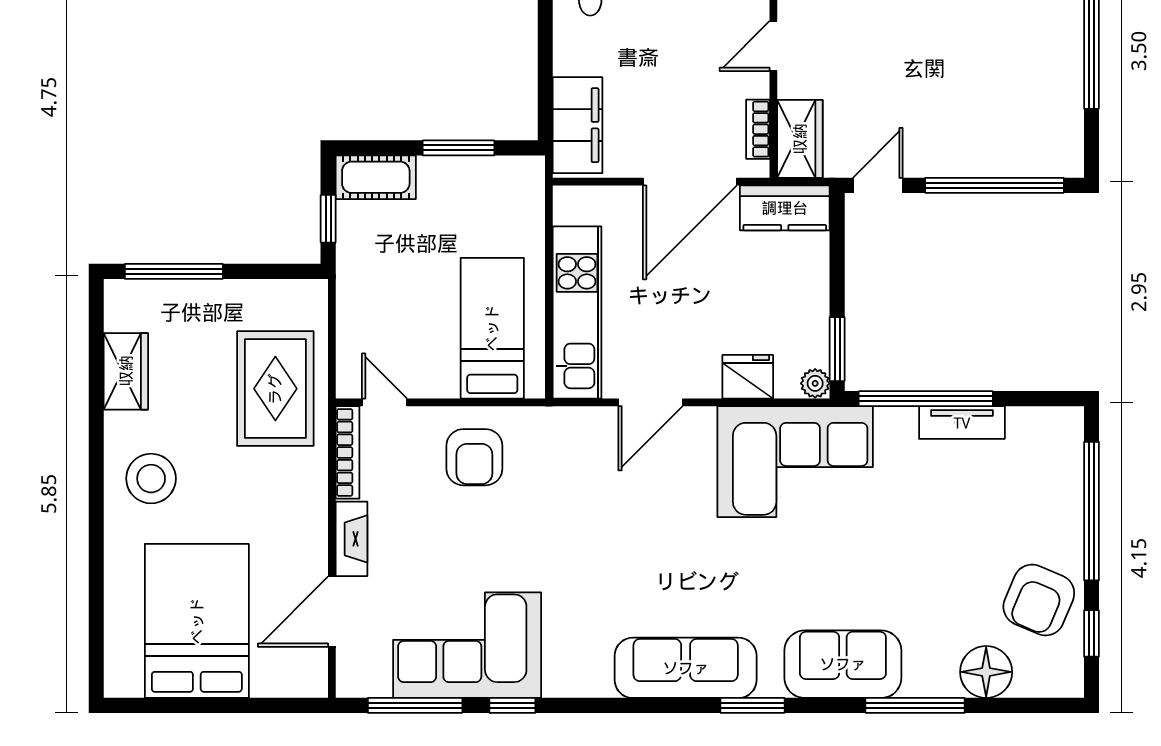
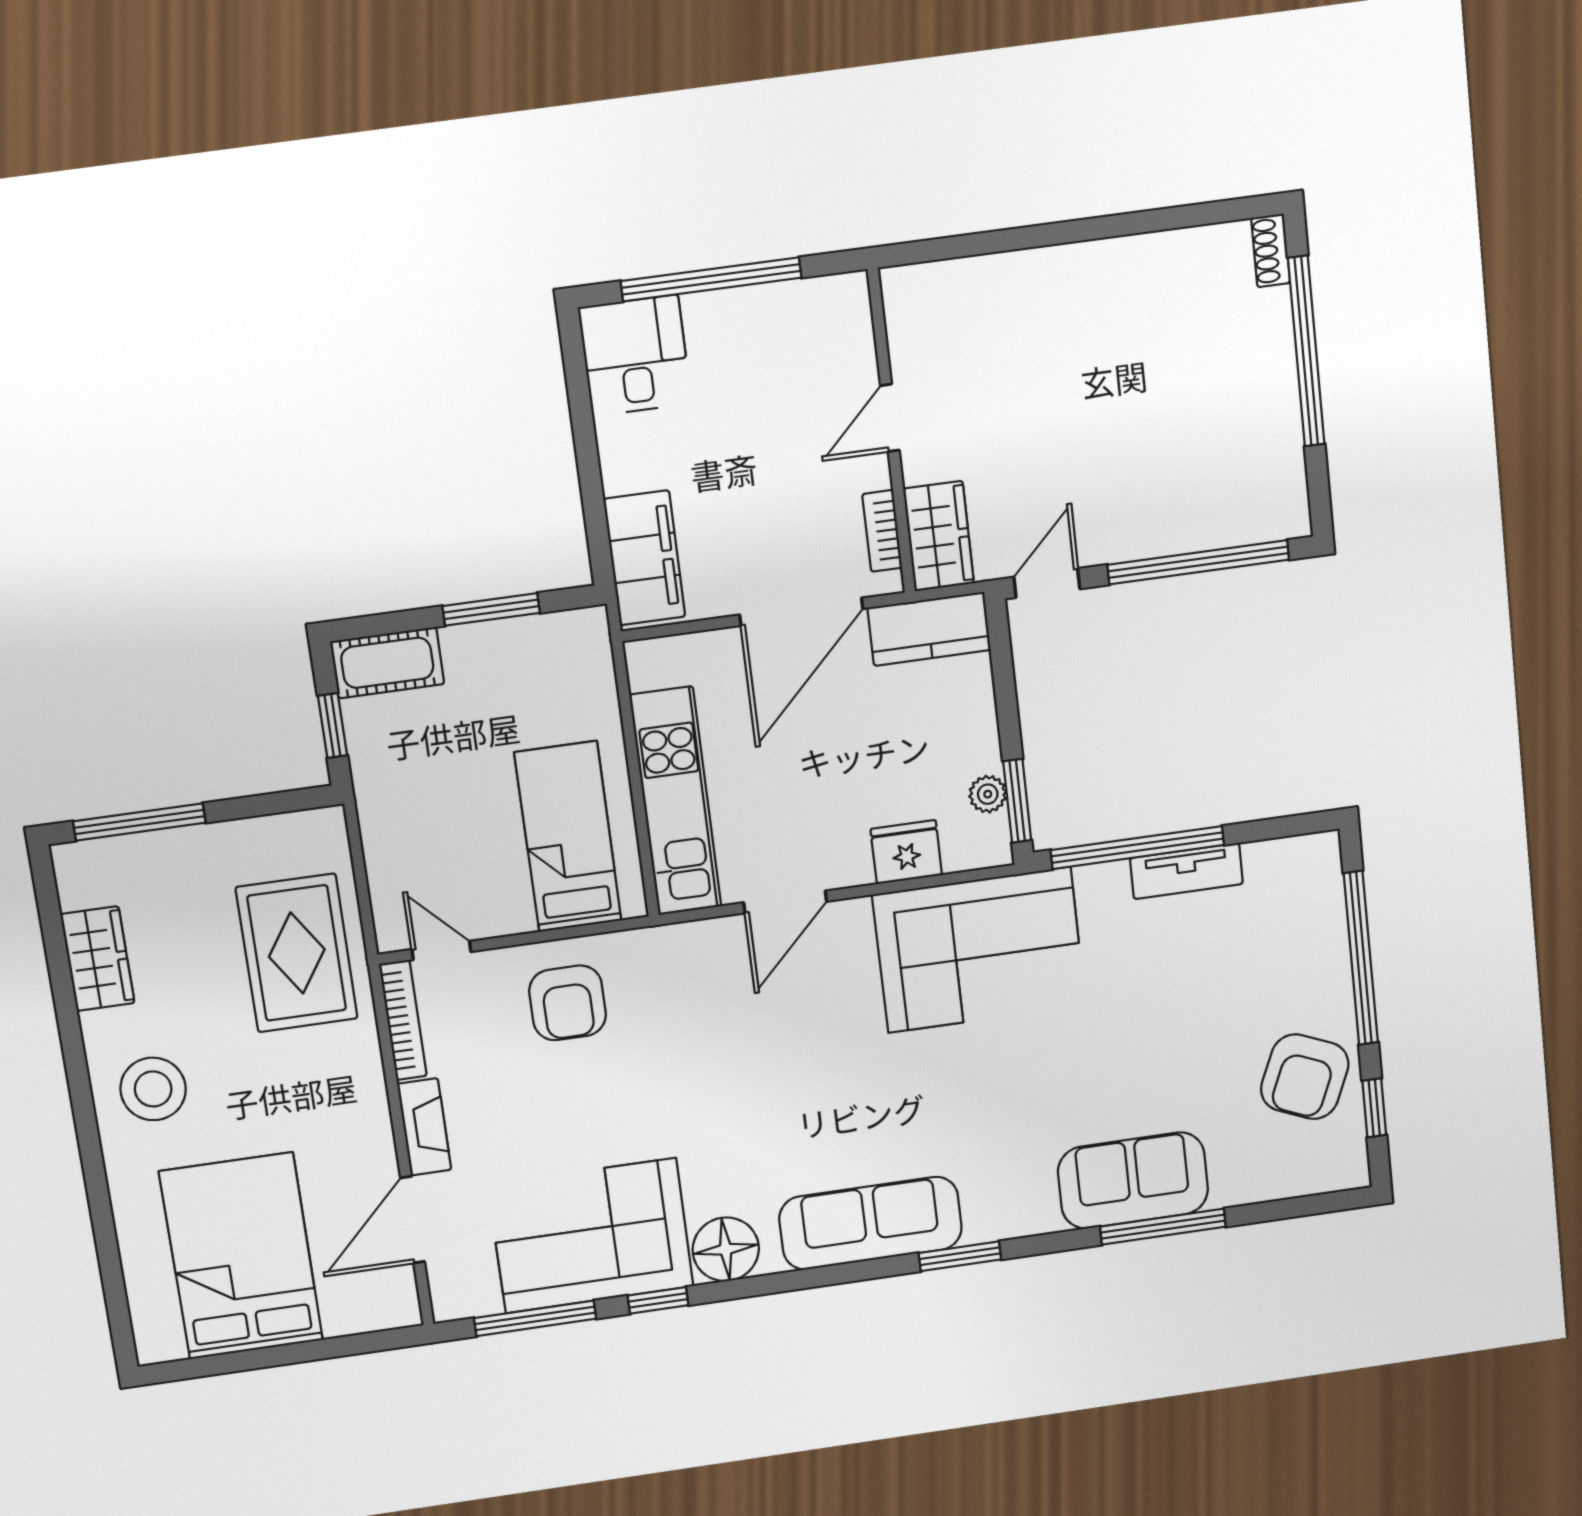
plant: (815, 383) -> (988, 794), moved
sofa: (843, 664) -> (1133, 1181), moved
floor lamp: (986, 672) -> (726, 1249), moved

